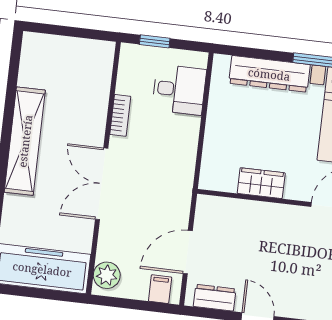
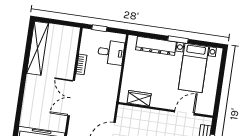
shelving: (25, 141) -> (38, 48), moved
wardrobe: (261, 183) -> (139, 98), moved

